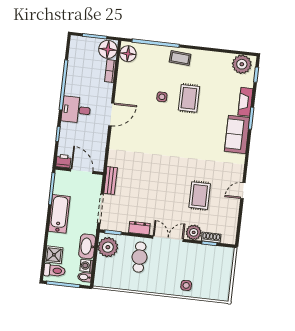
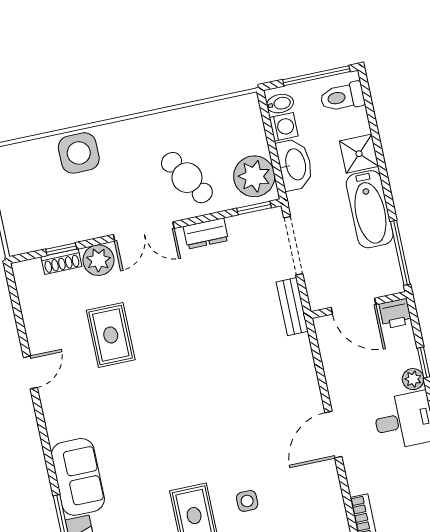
plant: (65, 128) -> (413, 379), added
shower: (54, 255) -> (359, 154), moved
cafe table: (140, 257) -> (187, 178), turned -33
side table: (186, 285) -> (79, 153), width x1.87, depth x1.87

